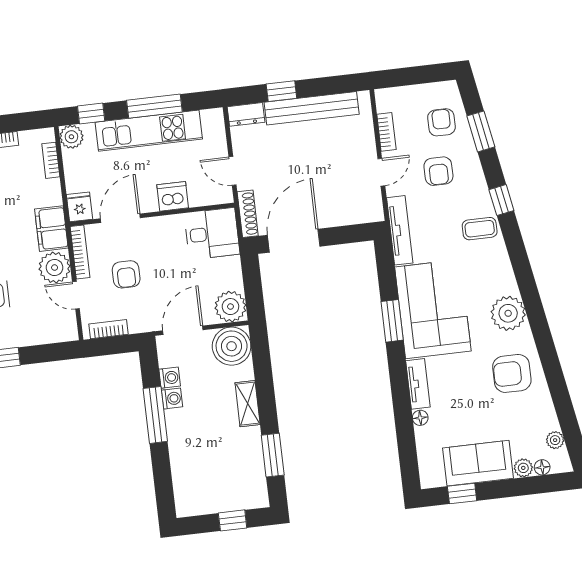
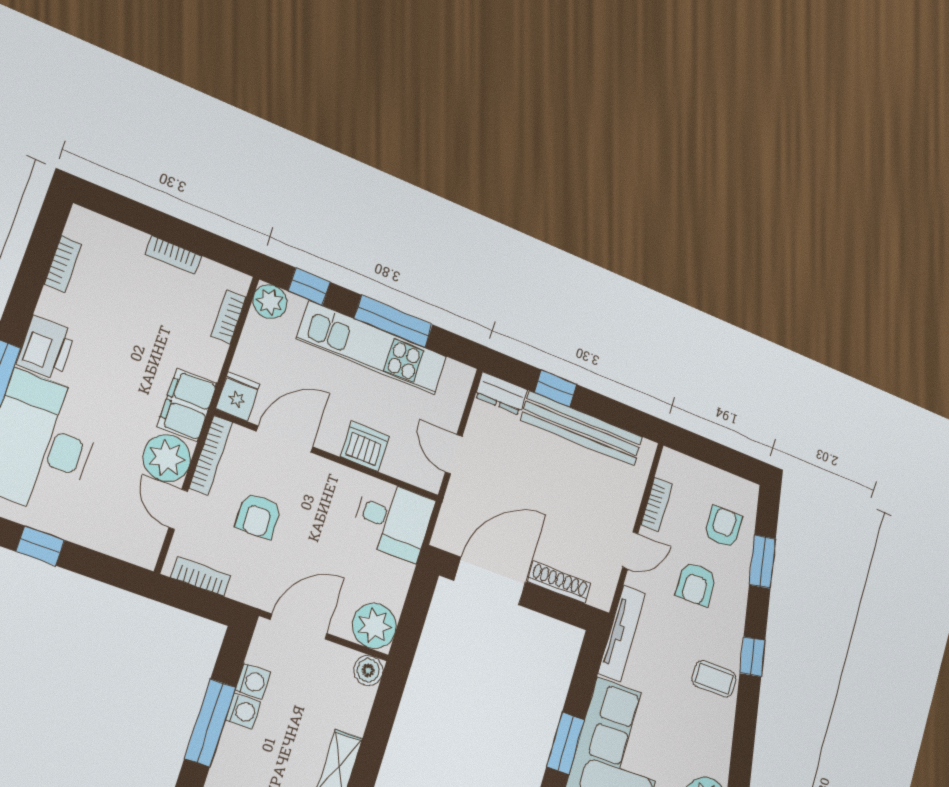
shoe rack: (248, 214) -> (559, 582), moved, turned -90
boiler: (232, 346) -> (368, 670), width x0.54, depth x0.54

